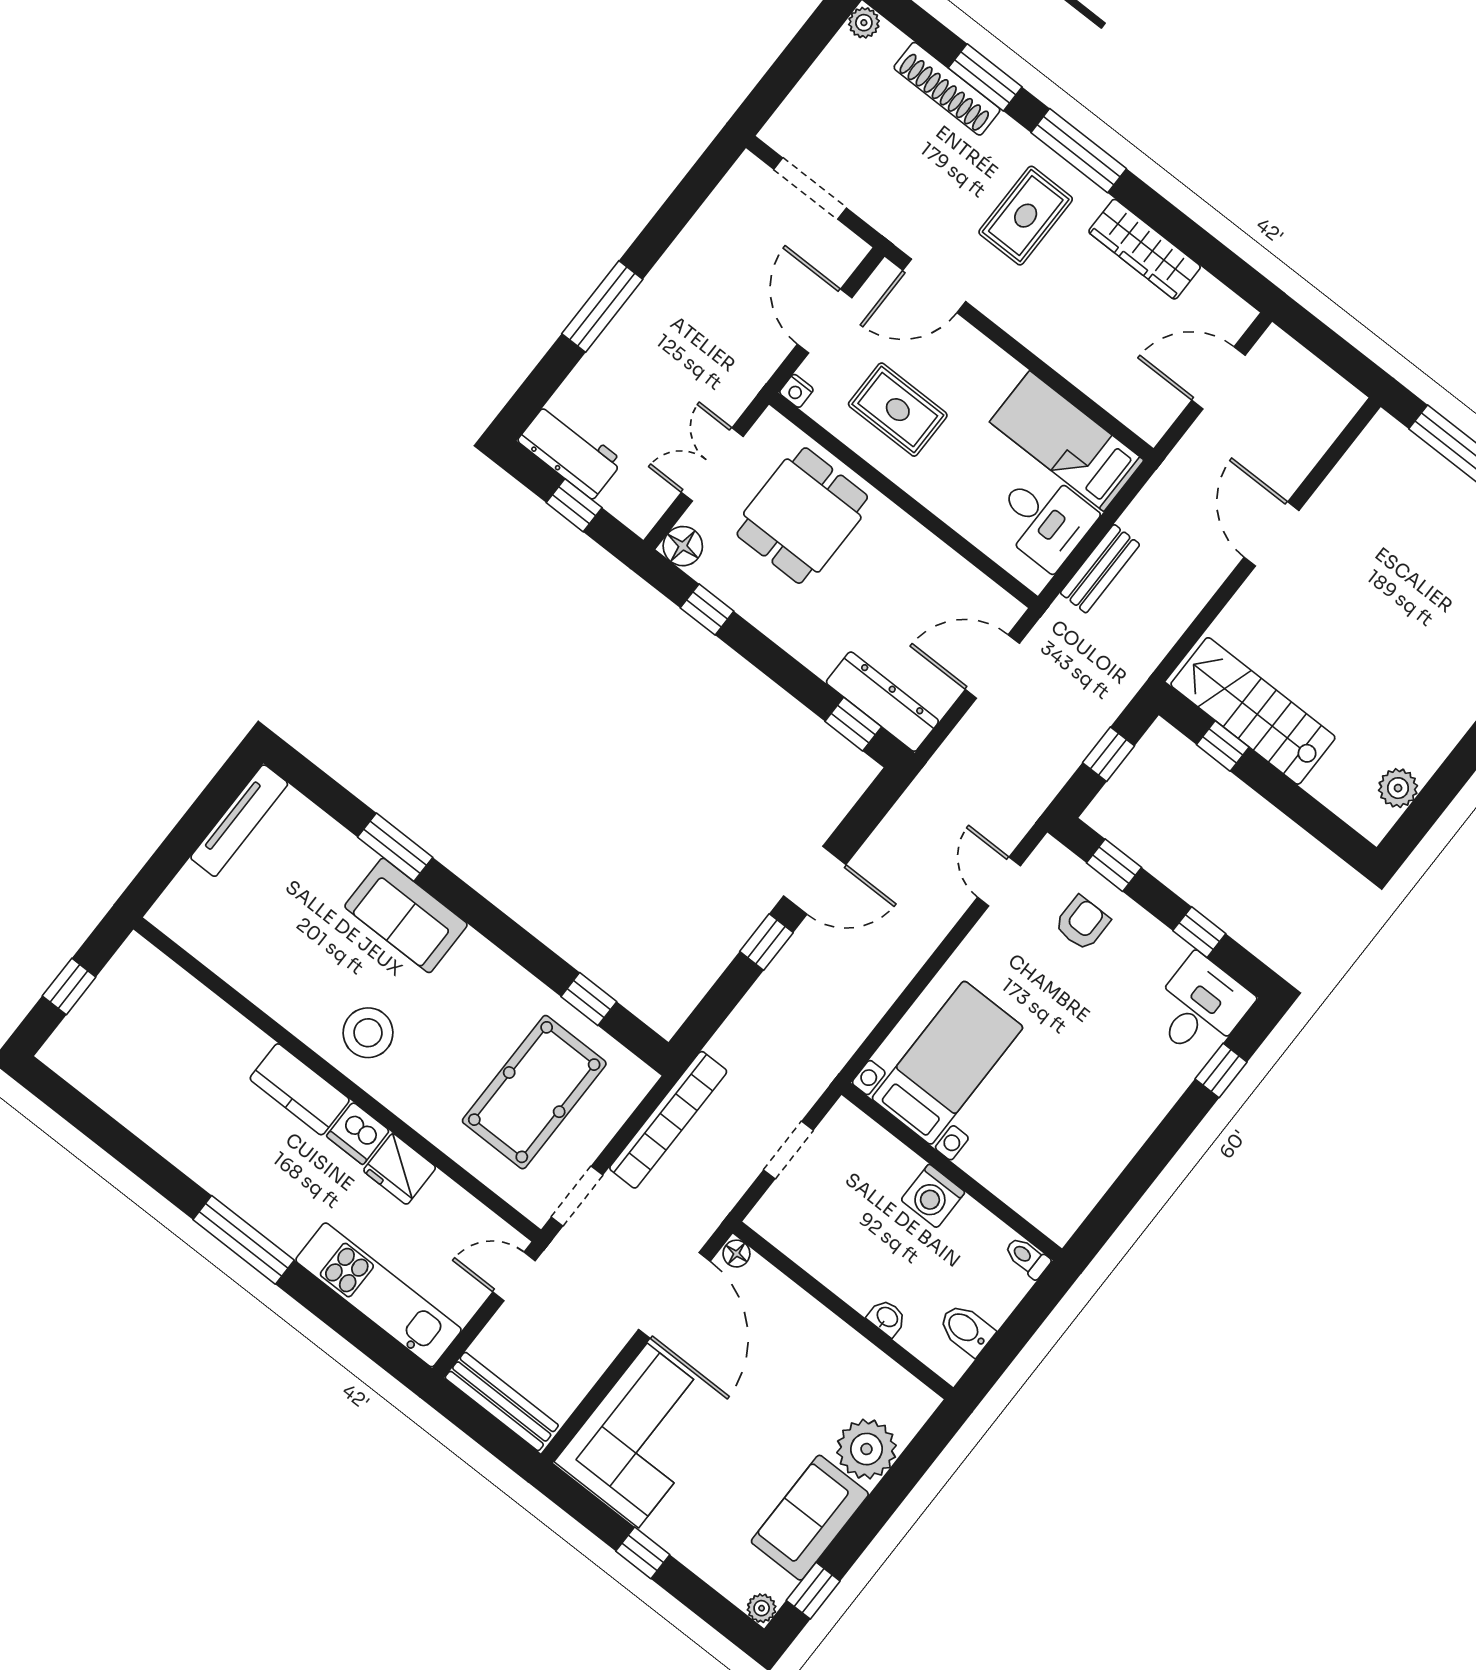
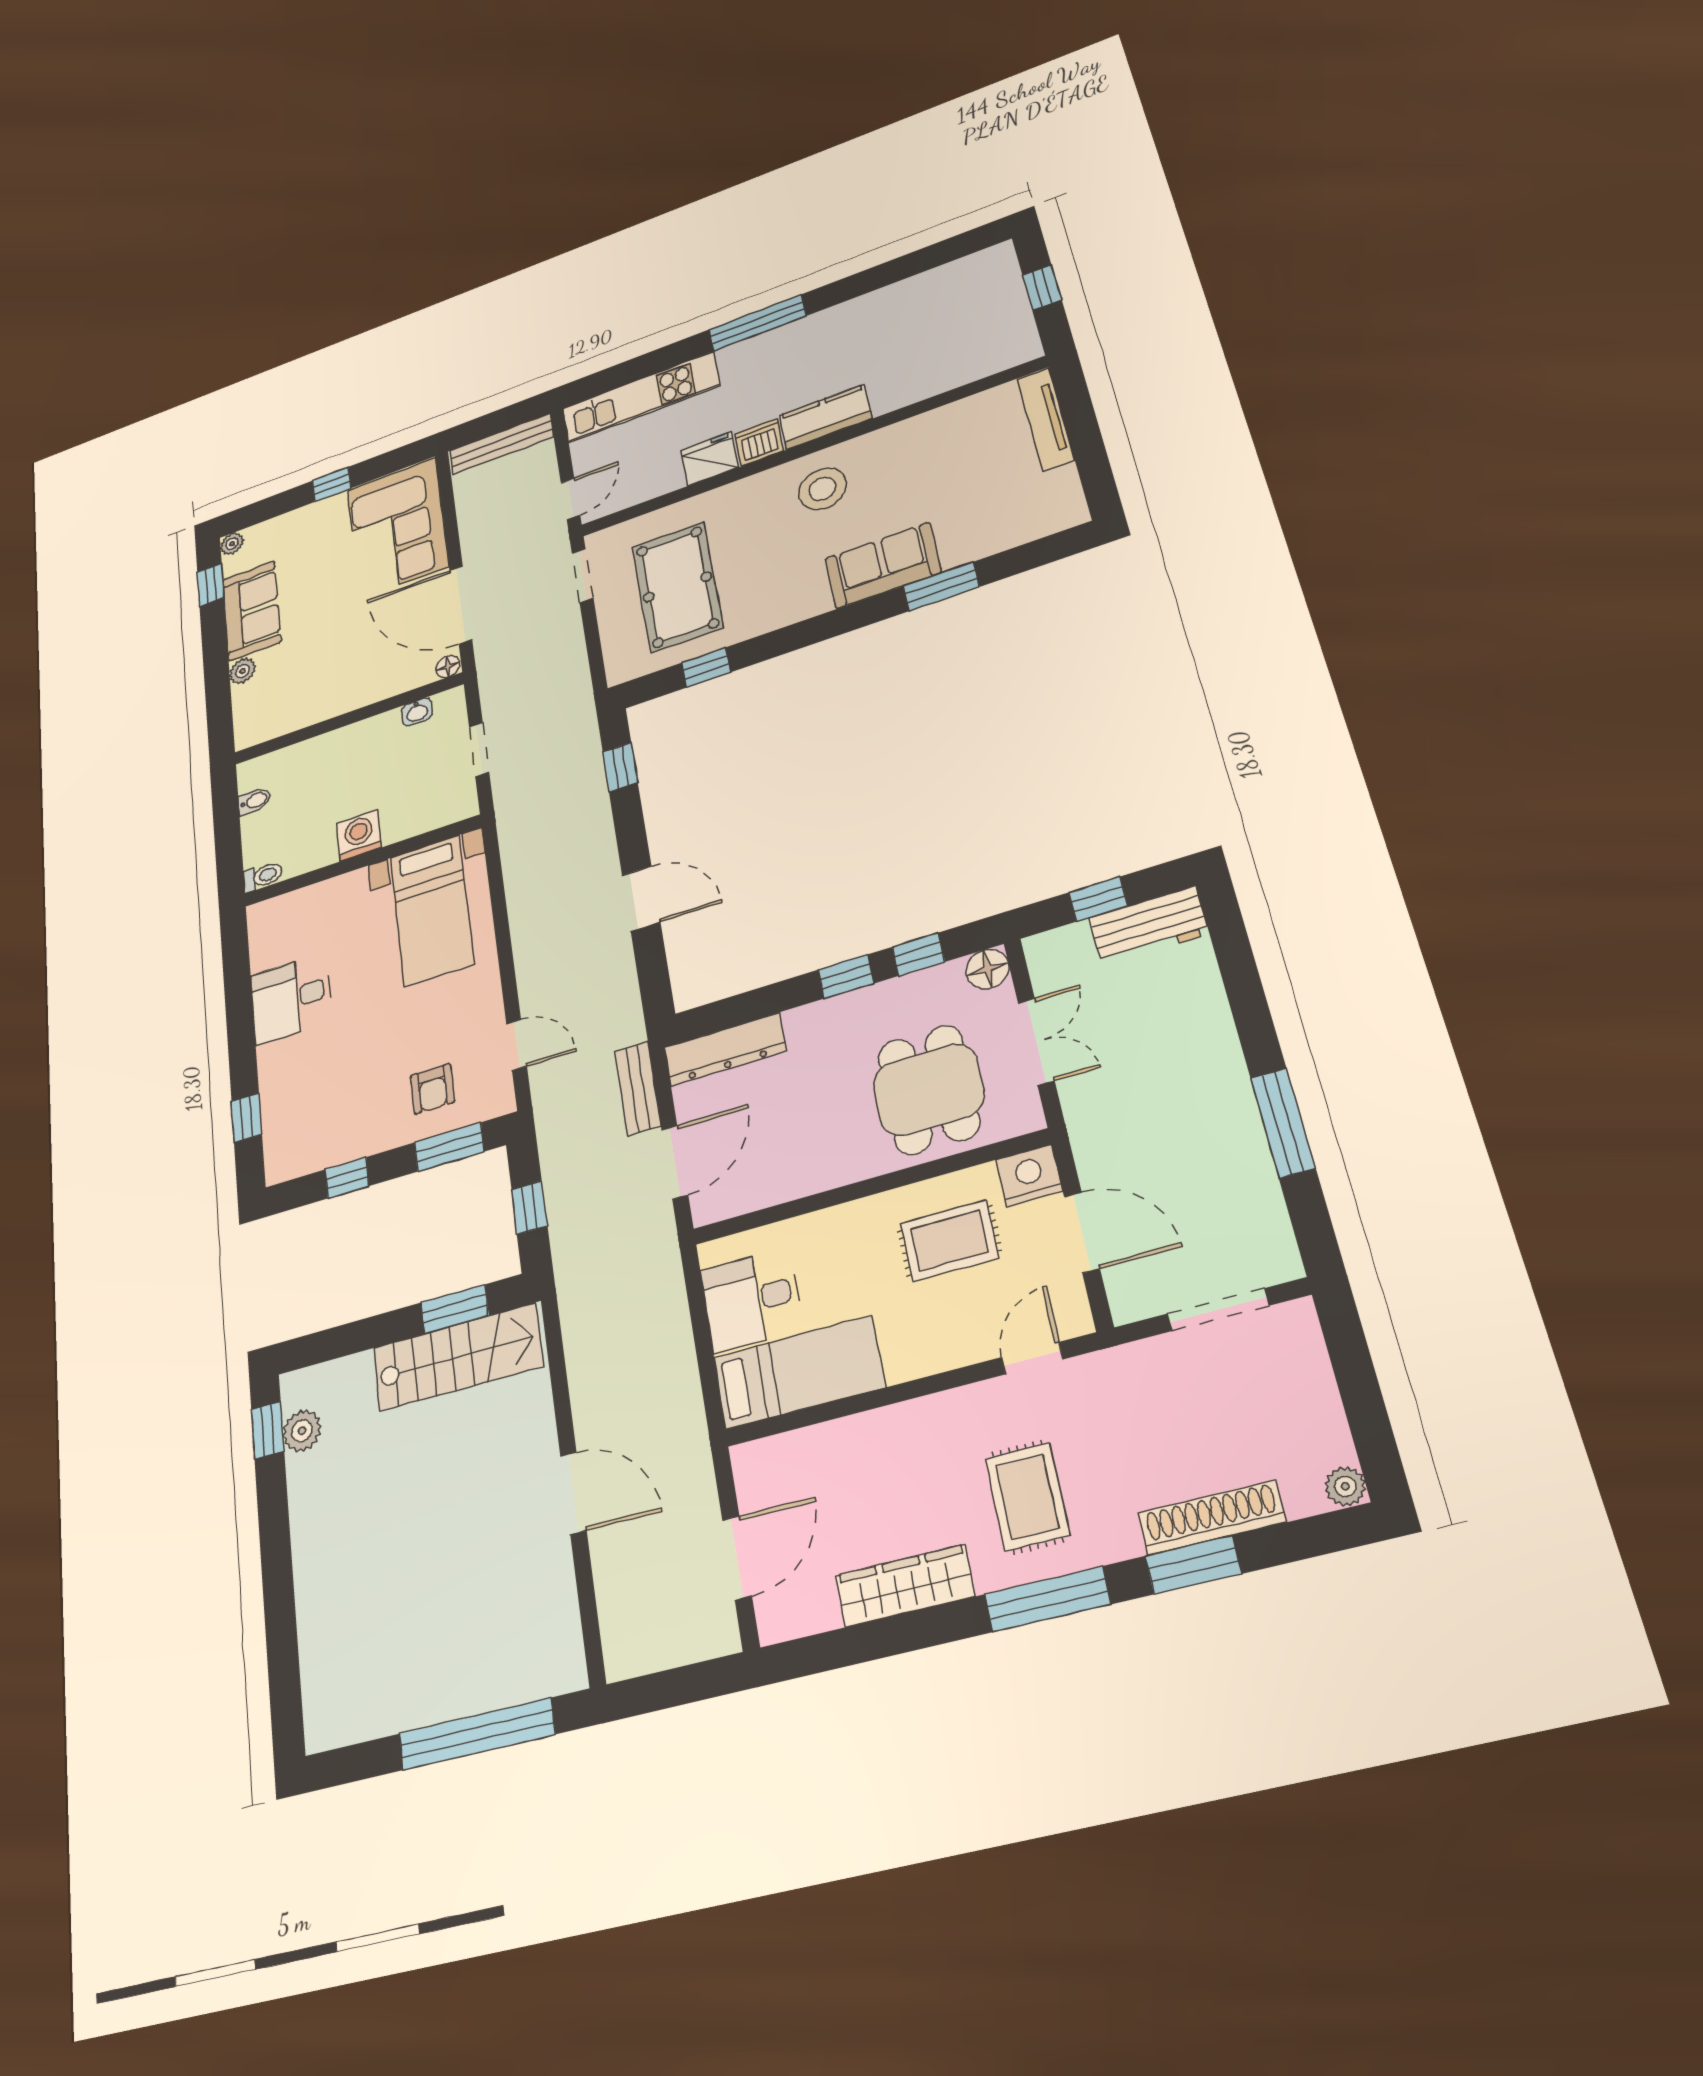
door: (934, 286) -> (1032, 1358), width x0.73
window: (602, 306) -> (1283, 1123), moved
nightstand: (796, 391) -> (1029, 1175), width x1.89, depth x1.79
bench: (1100, 569) -> (638, 1088), moved
window: (853, 724) -> (846, 977), moved
window: (1223, 746) -> (455, 1309), width x1.50
window: (1420, 817) -> (268, 1430), added
tv unit: (239, 821) -> (1046, 419), moved
window: (1114, 865) -> (449, 1147), width x1.50
door: (815, 880) -> (641, 899), swing flipped
window: (766, 942) -> (620, 767), moved
desk: (1200, 1007) -> (291, 999), moved, turned 90
bookcase: (668, 1120) -> (575, 674), removed
washbasin: (887, 1318) -> (417, 712), moved
bidet: (966, 1329) -> (254, 801), width x0.72, depth x0.74
plant: (867, 1449) -> (243, 671), width x0.53, depth x0.53

